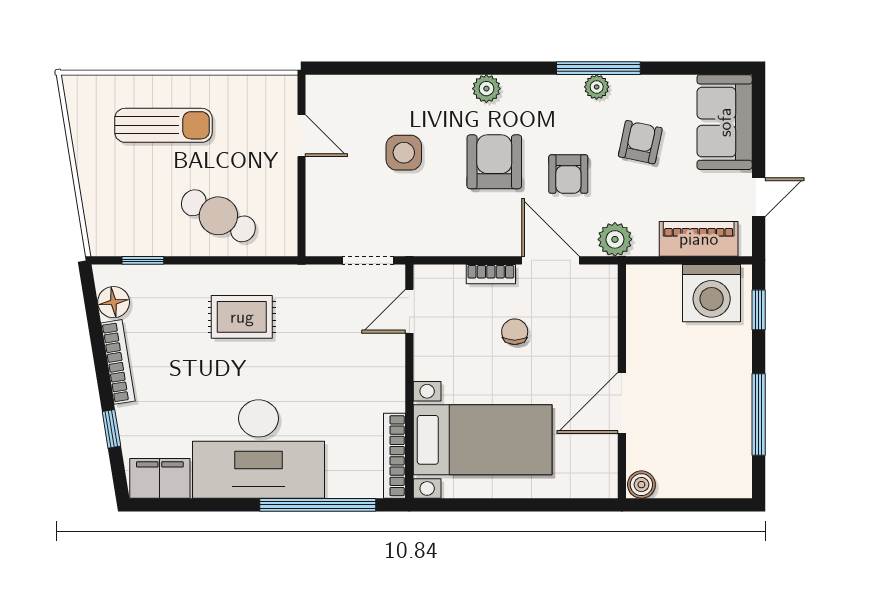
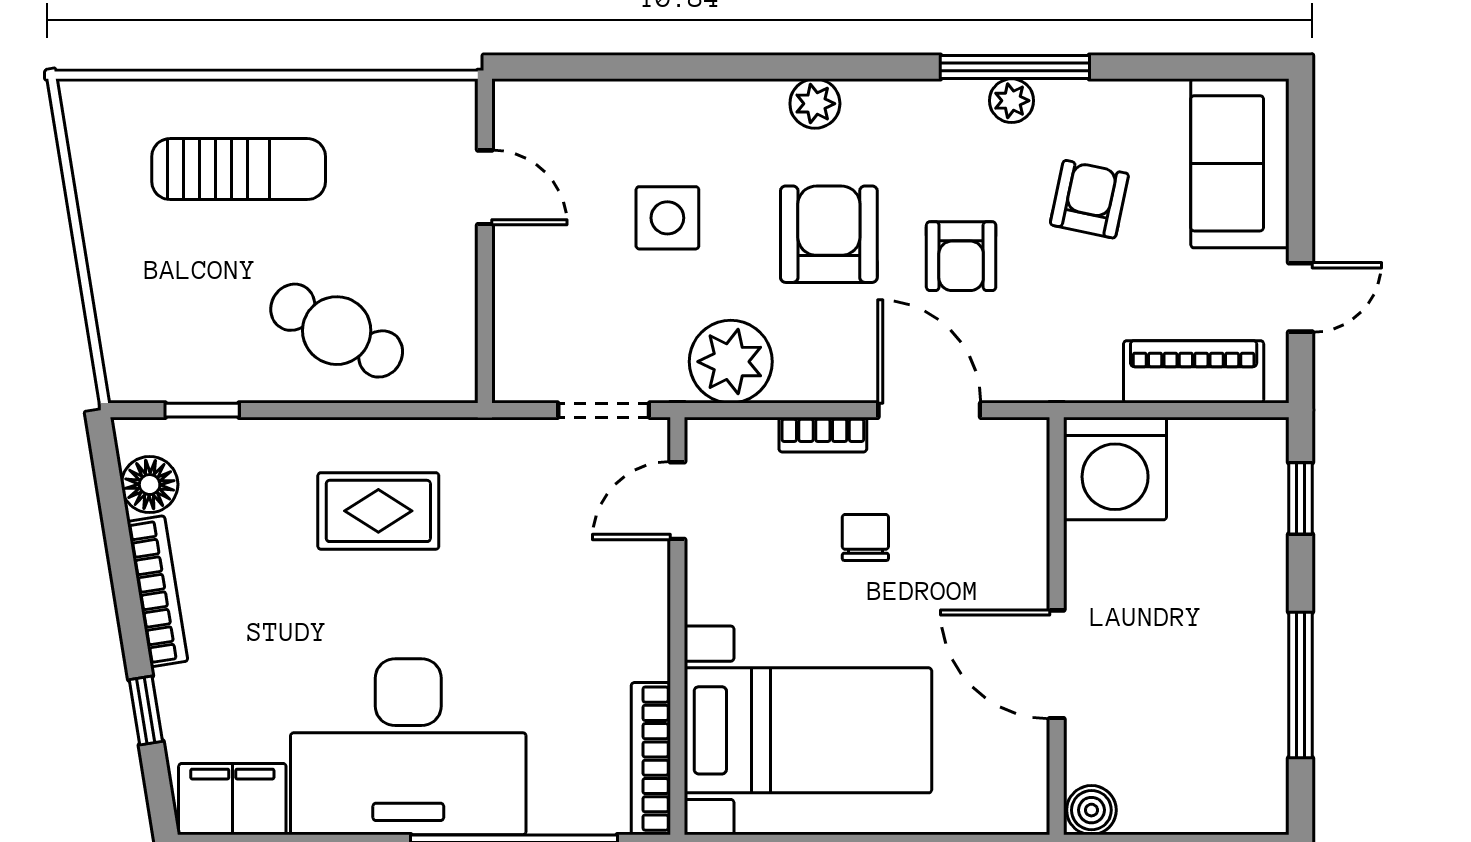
plant: (615, 239) -> (731, 362), moved, width x1.36, depth x1.36
washing machine: (712, 293) -> (1115, 469), moved
door: (622, 403) -> (1057, 664), hinge flipped

